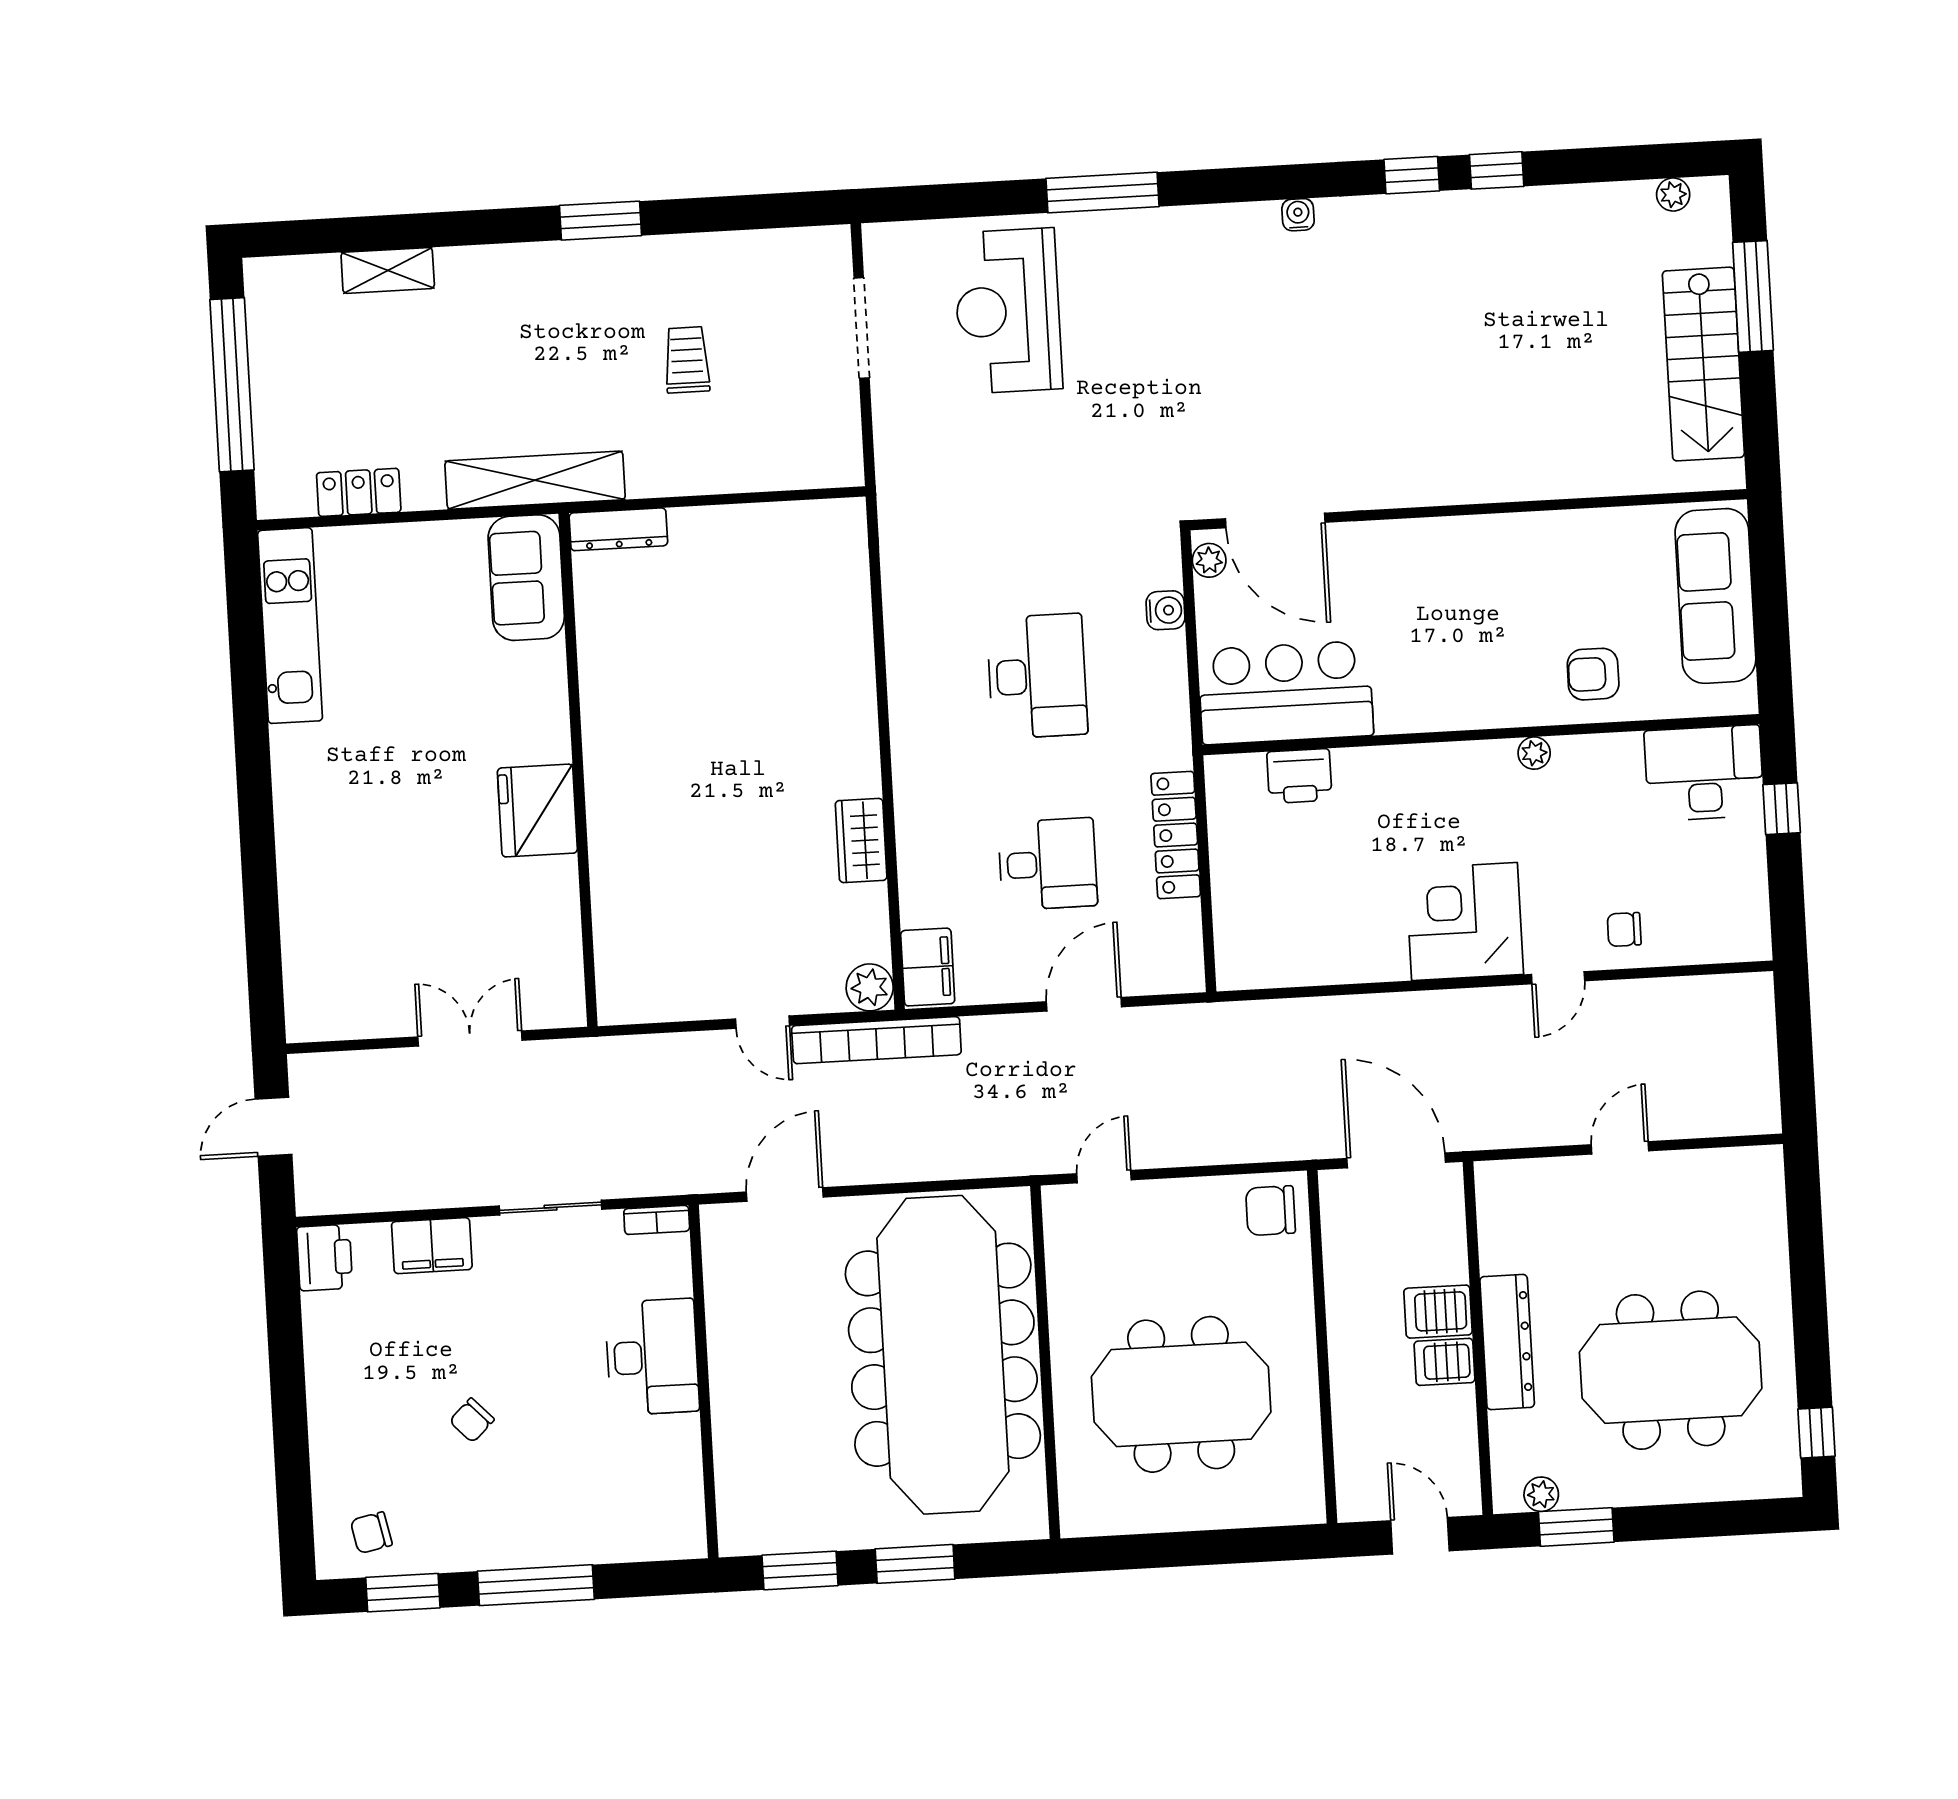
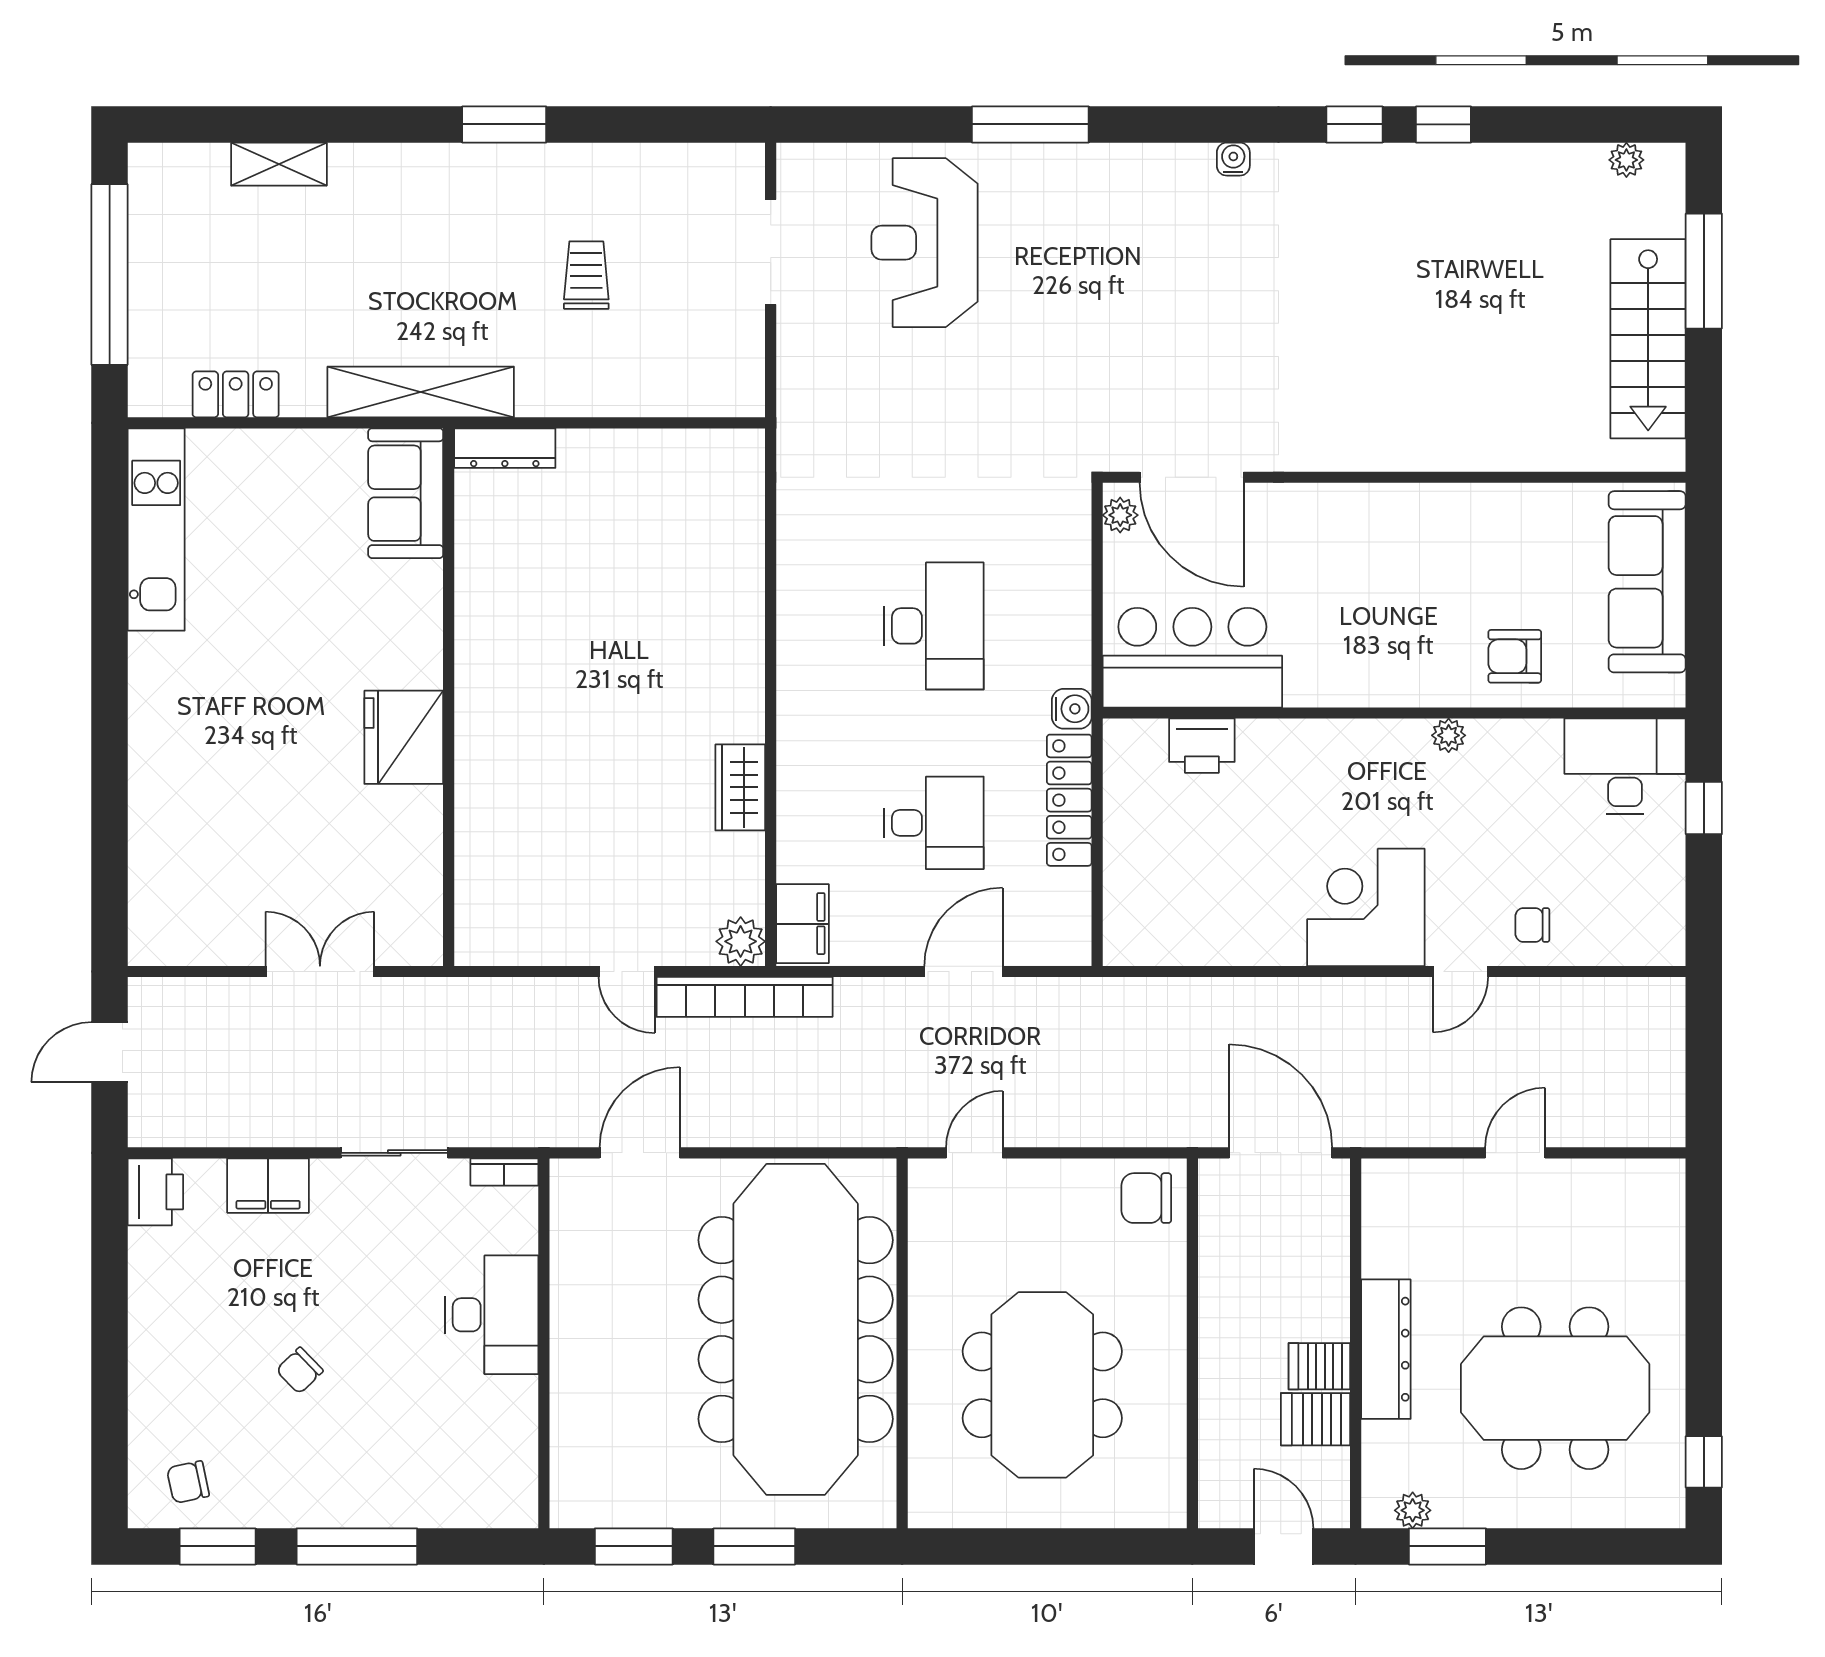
water cooler: (1165, 610) -> (1072, 709), moved
server rack: (1438, 1312) -> (1315, 1419), moved
meeting table: (1181, 1394) -> (1042, 1385), turned 90

